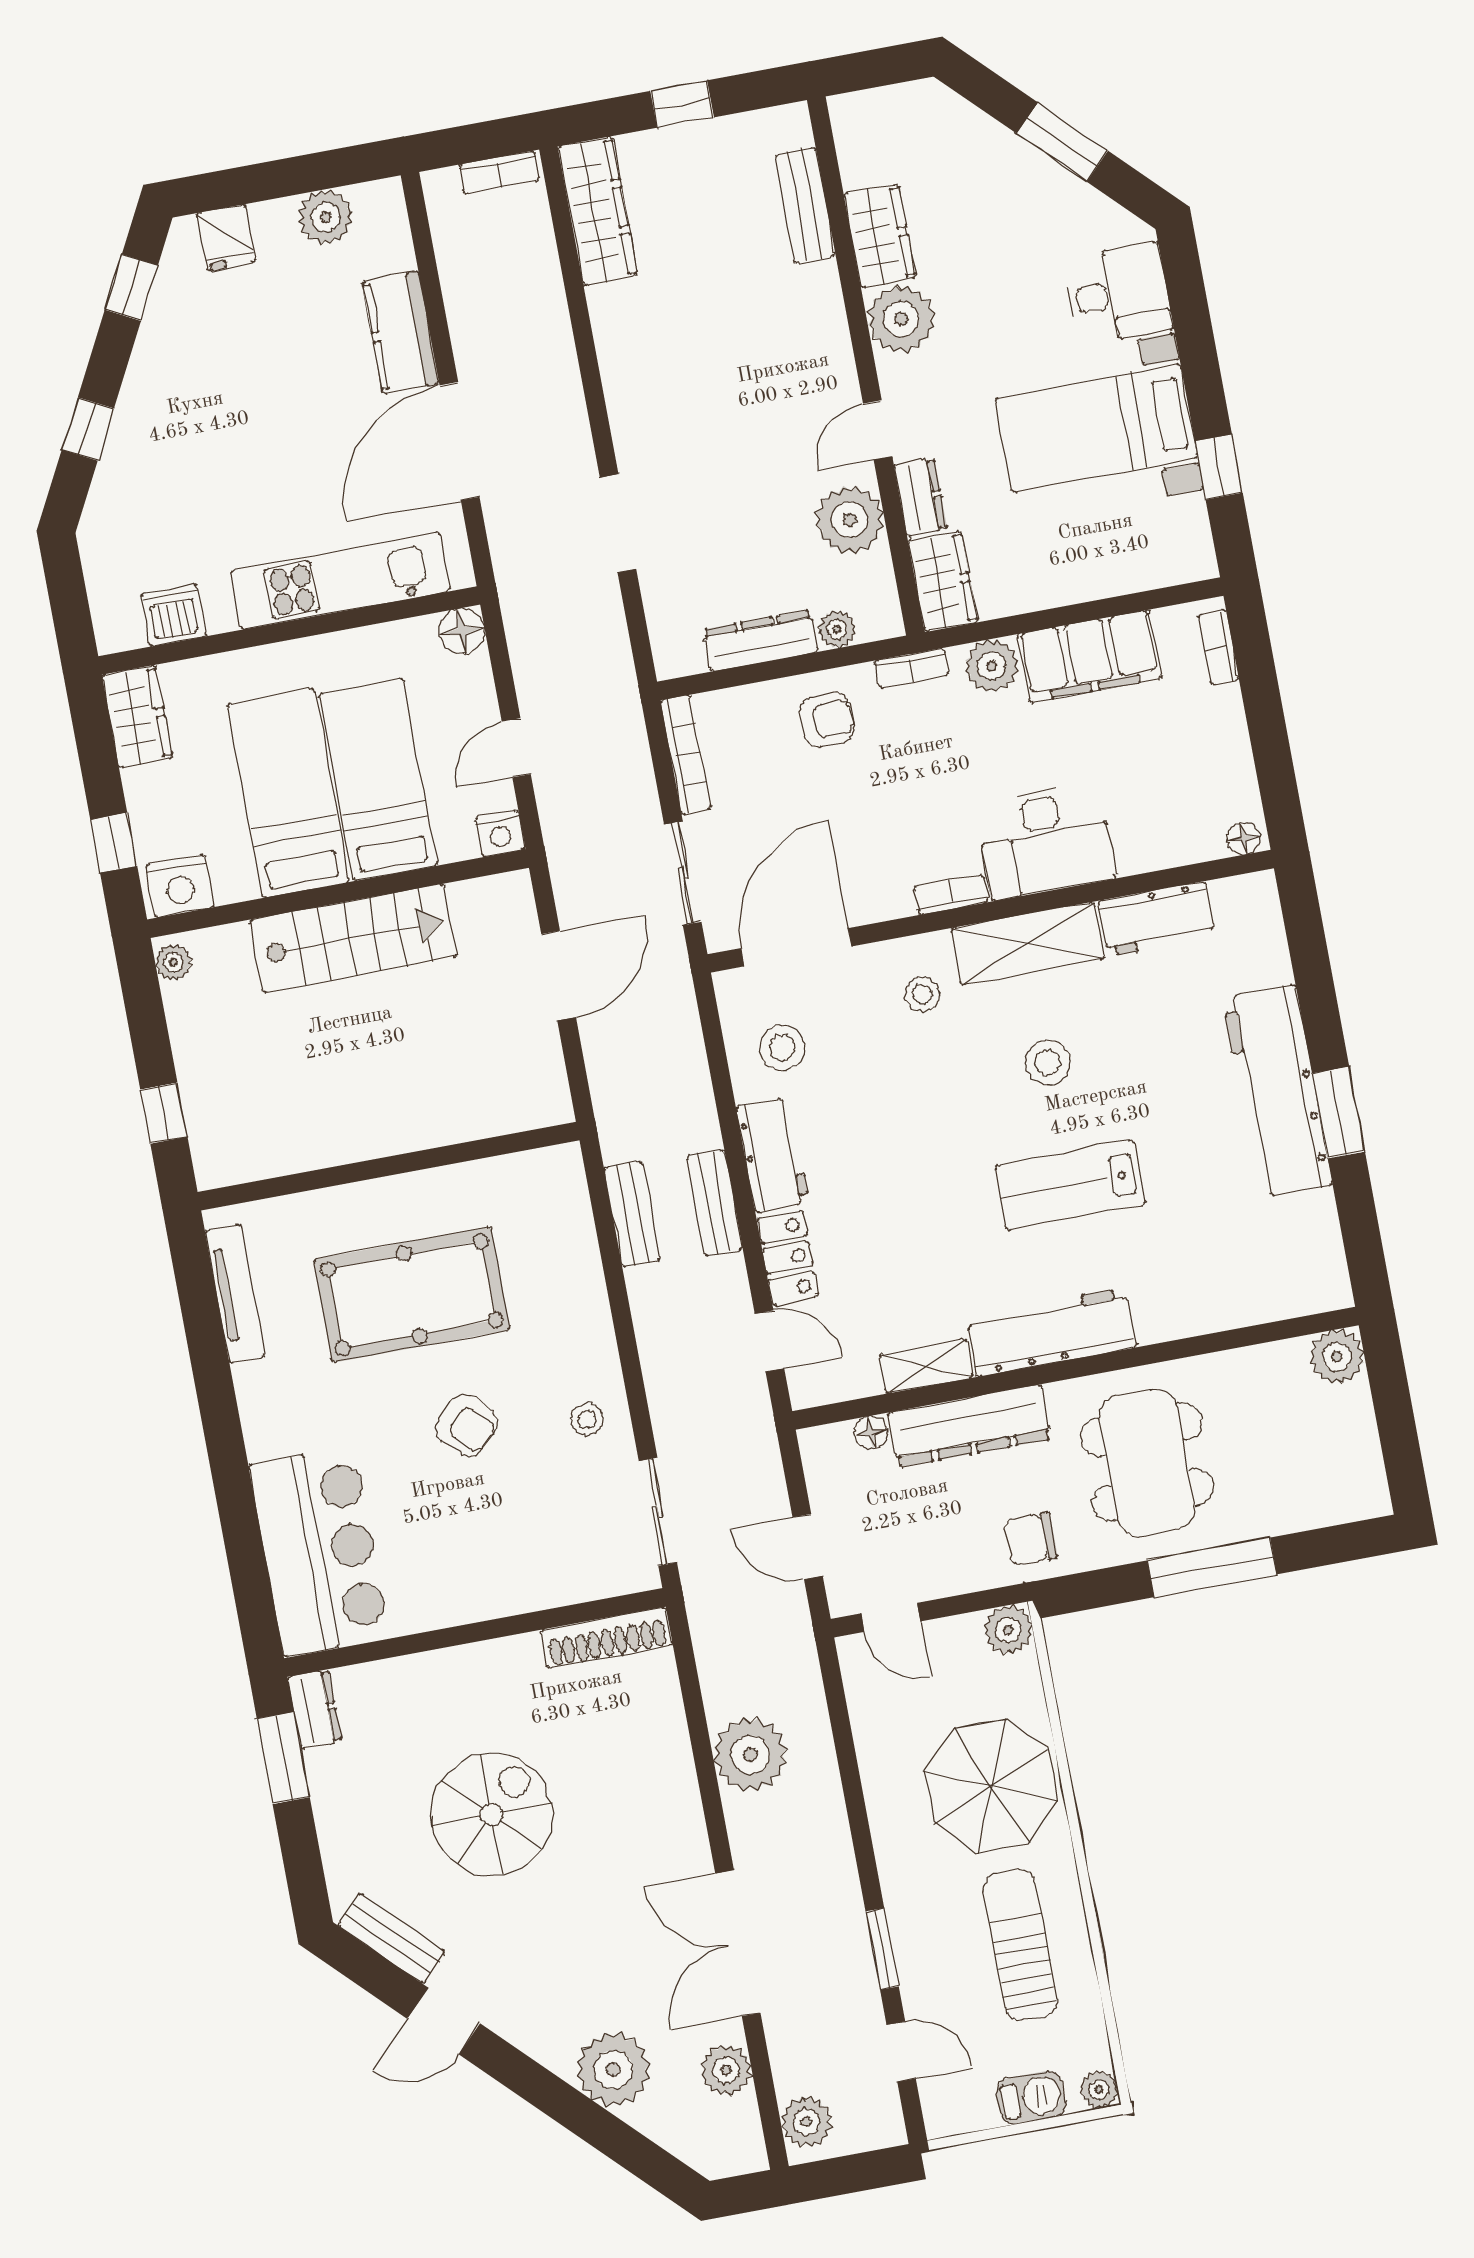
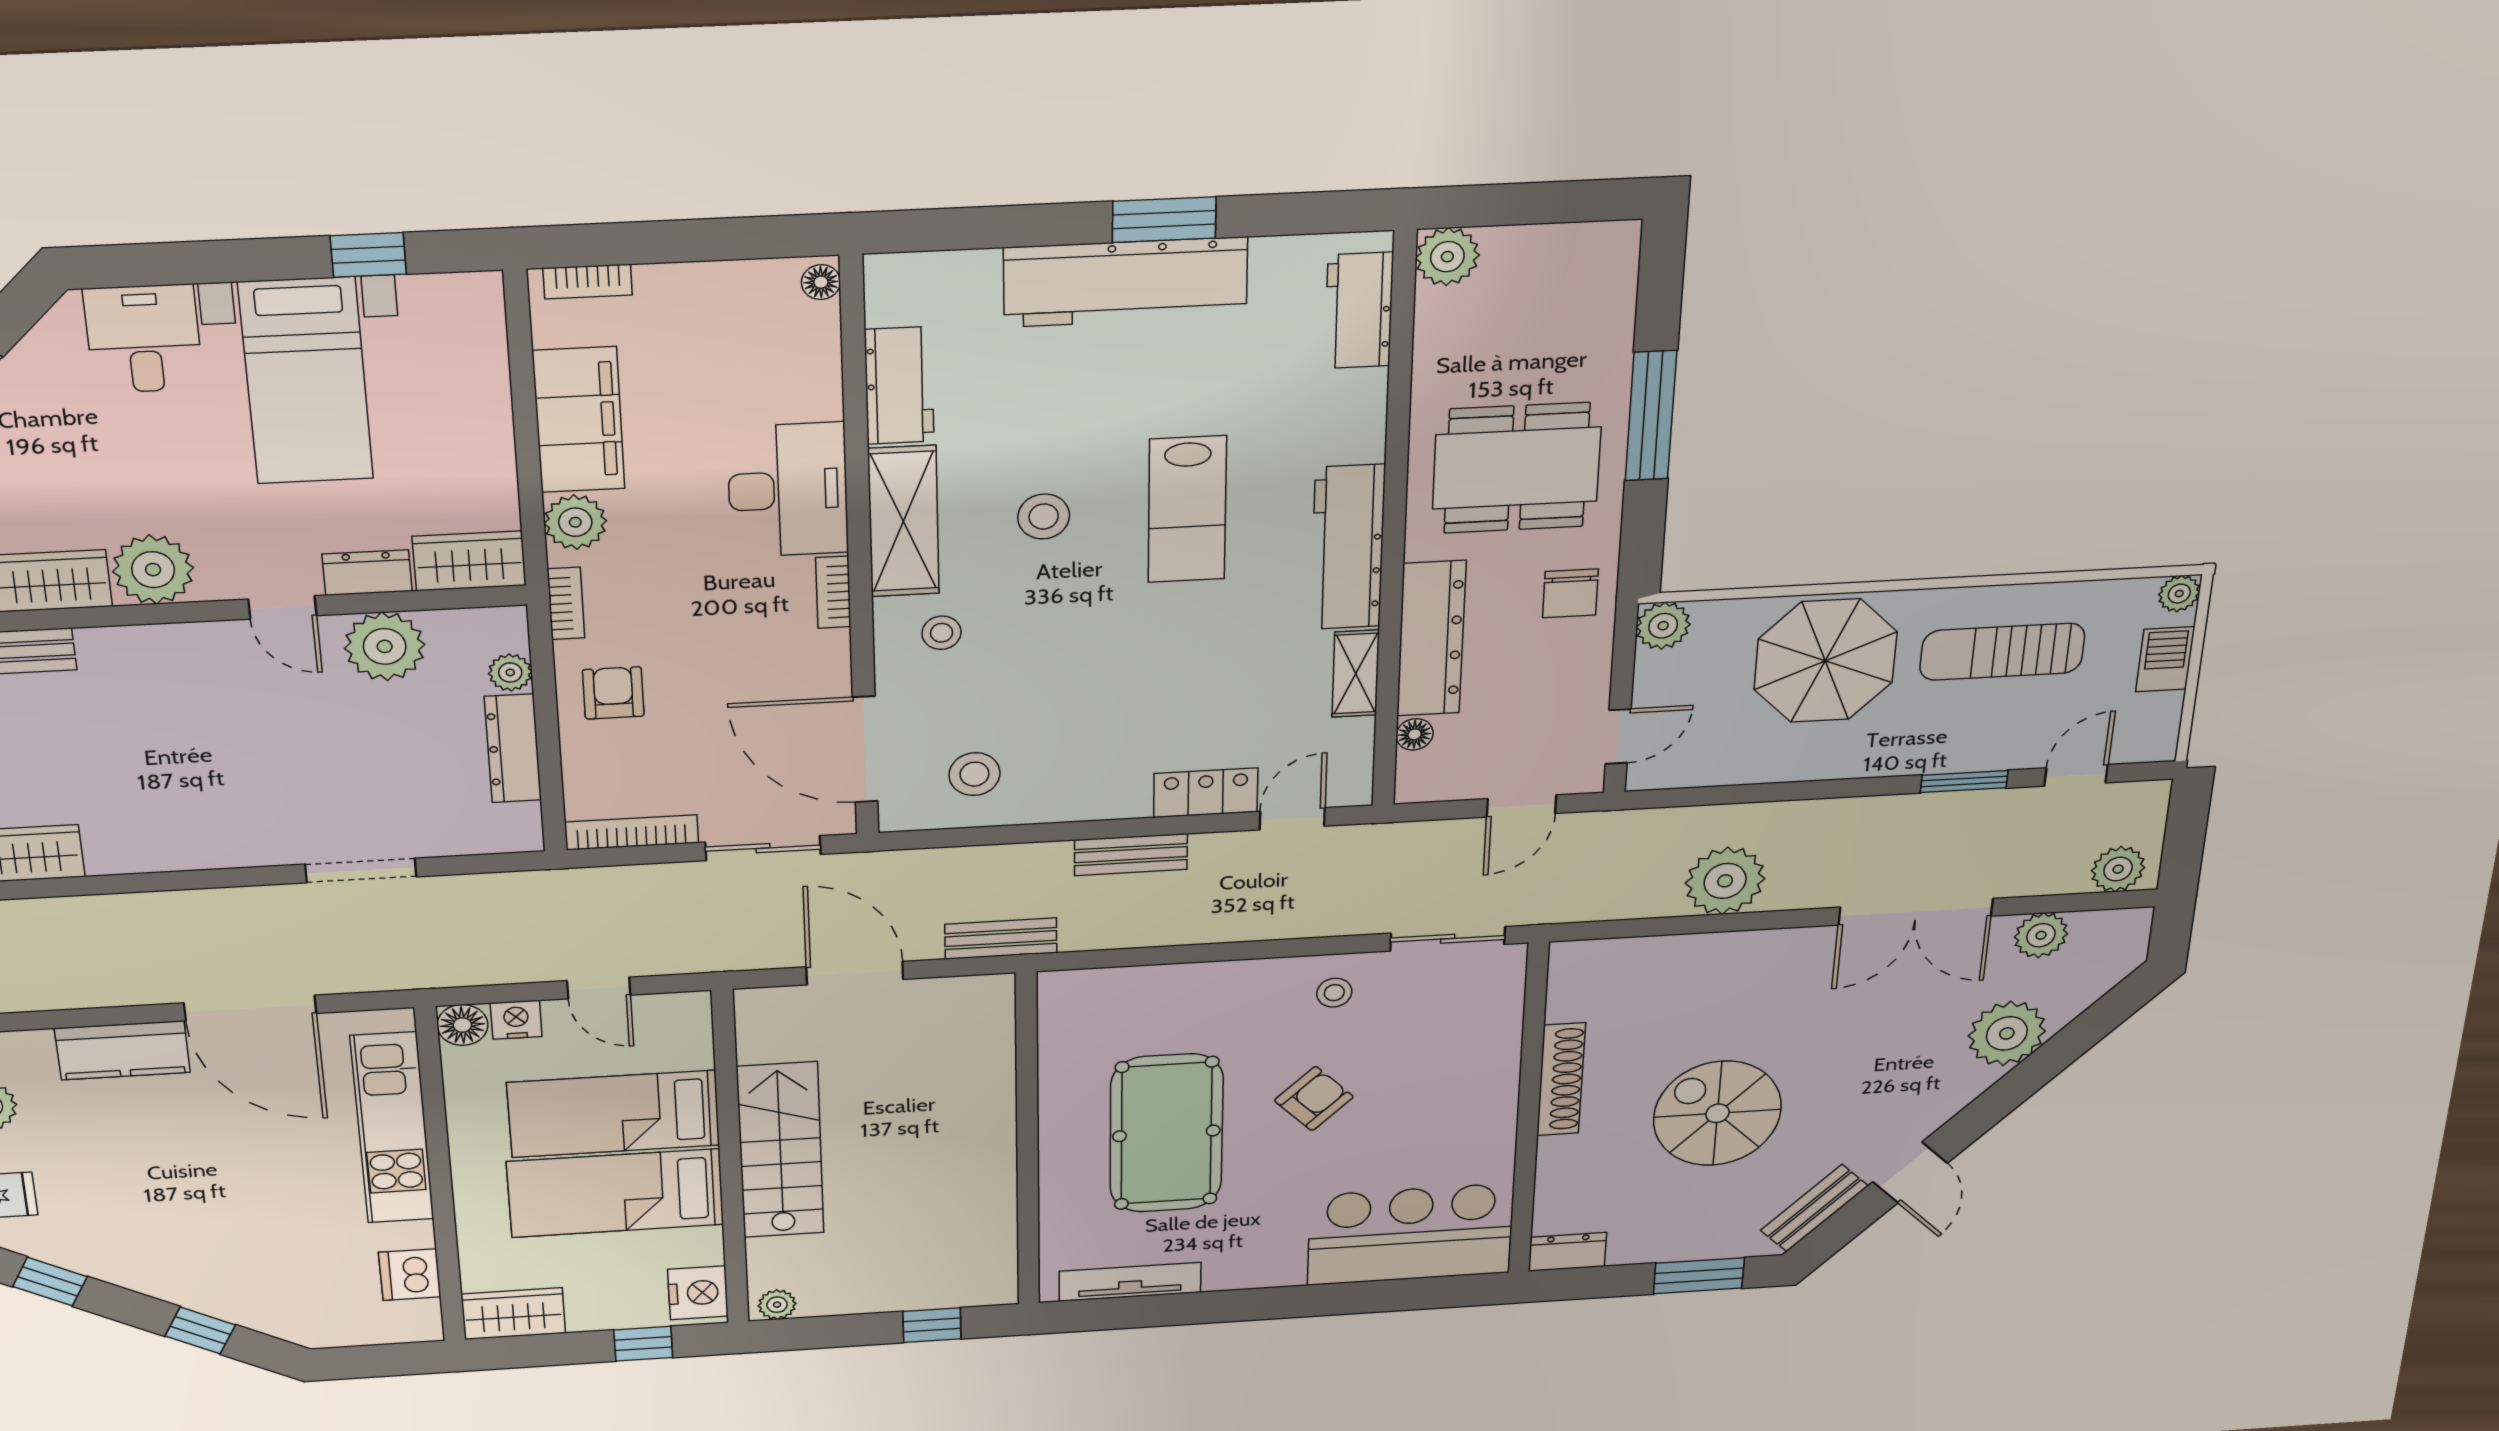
nightstand: (500, 833) -> (516, 1020), moved, turned -90
workbench: (773, 1154) -> (1359, 311), moved, turned -90
bench: (632, 1214) -> (1001, 939), moved
shoe rack: (606, 1638) -> (1561, 1079), moved
window: (283, 1758) -> (1699, 1276), moved

